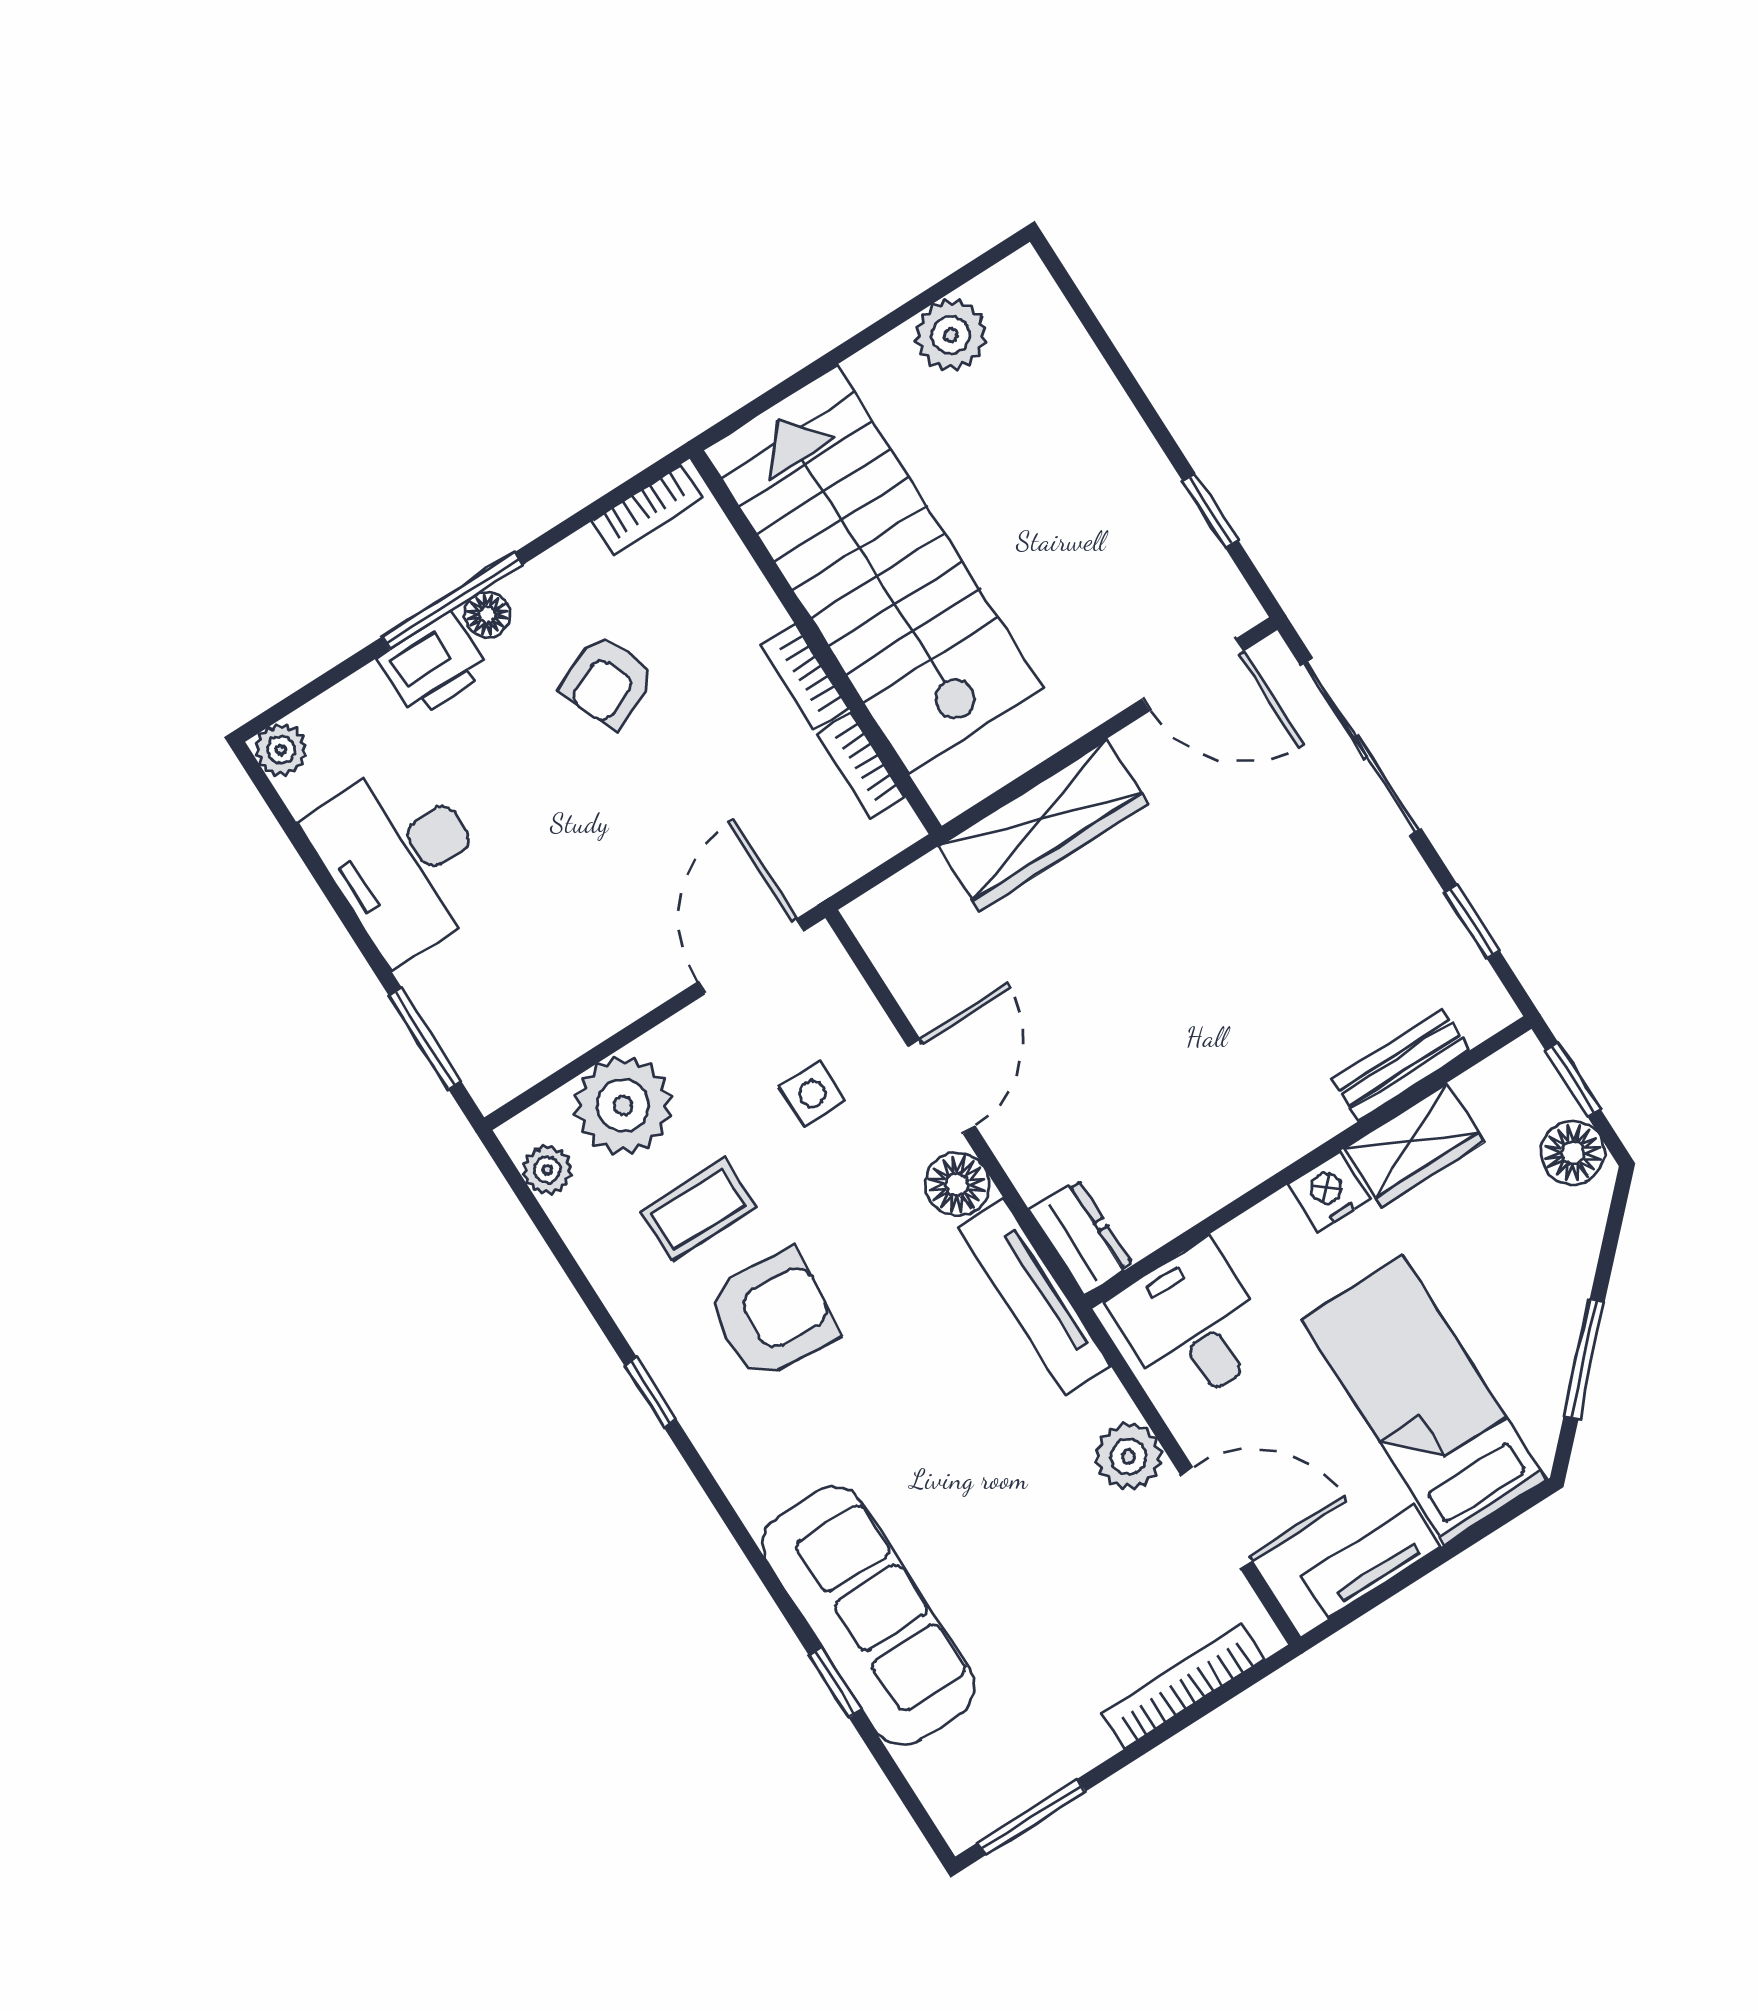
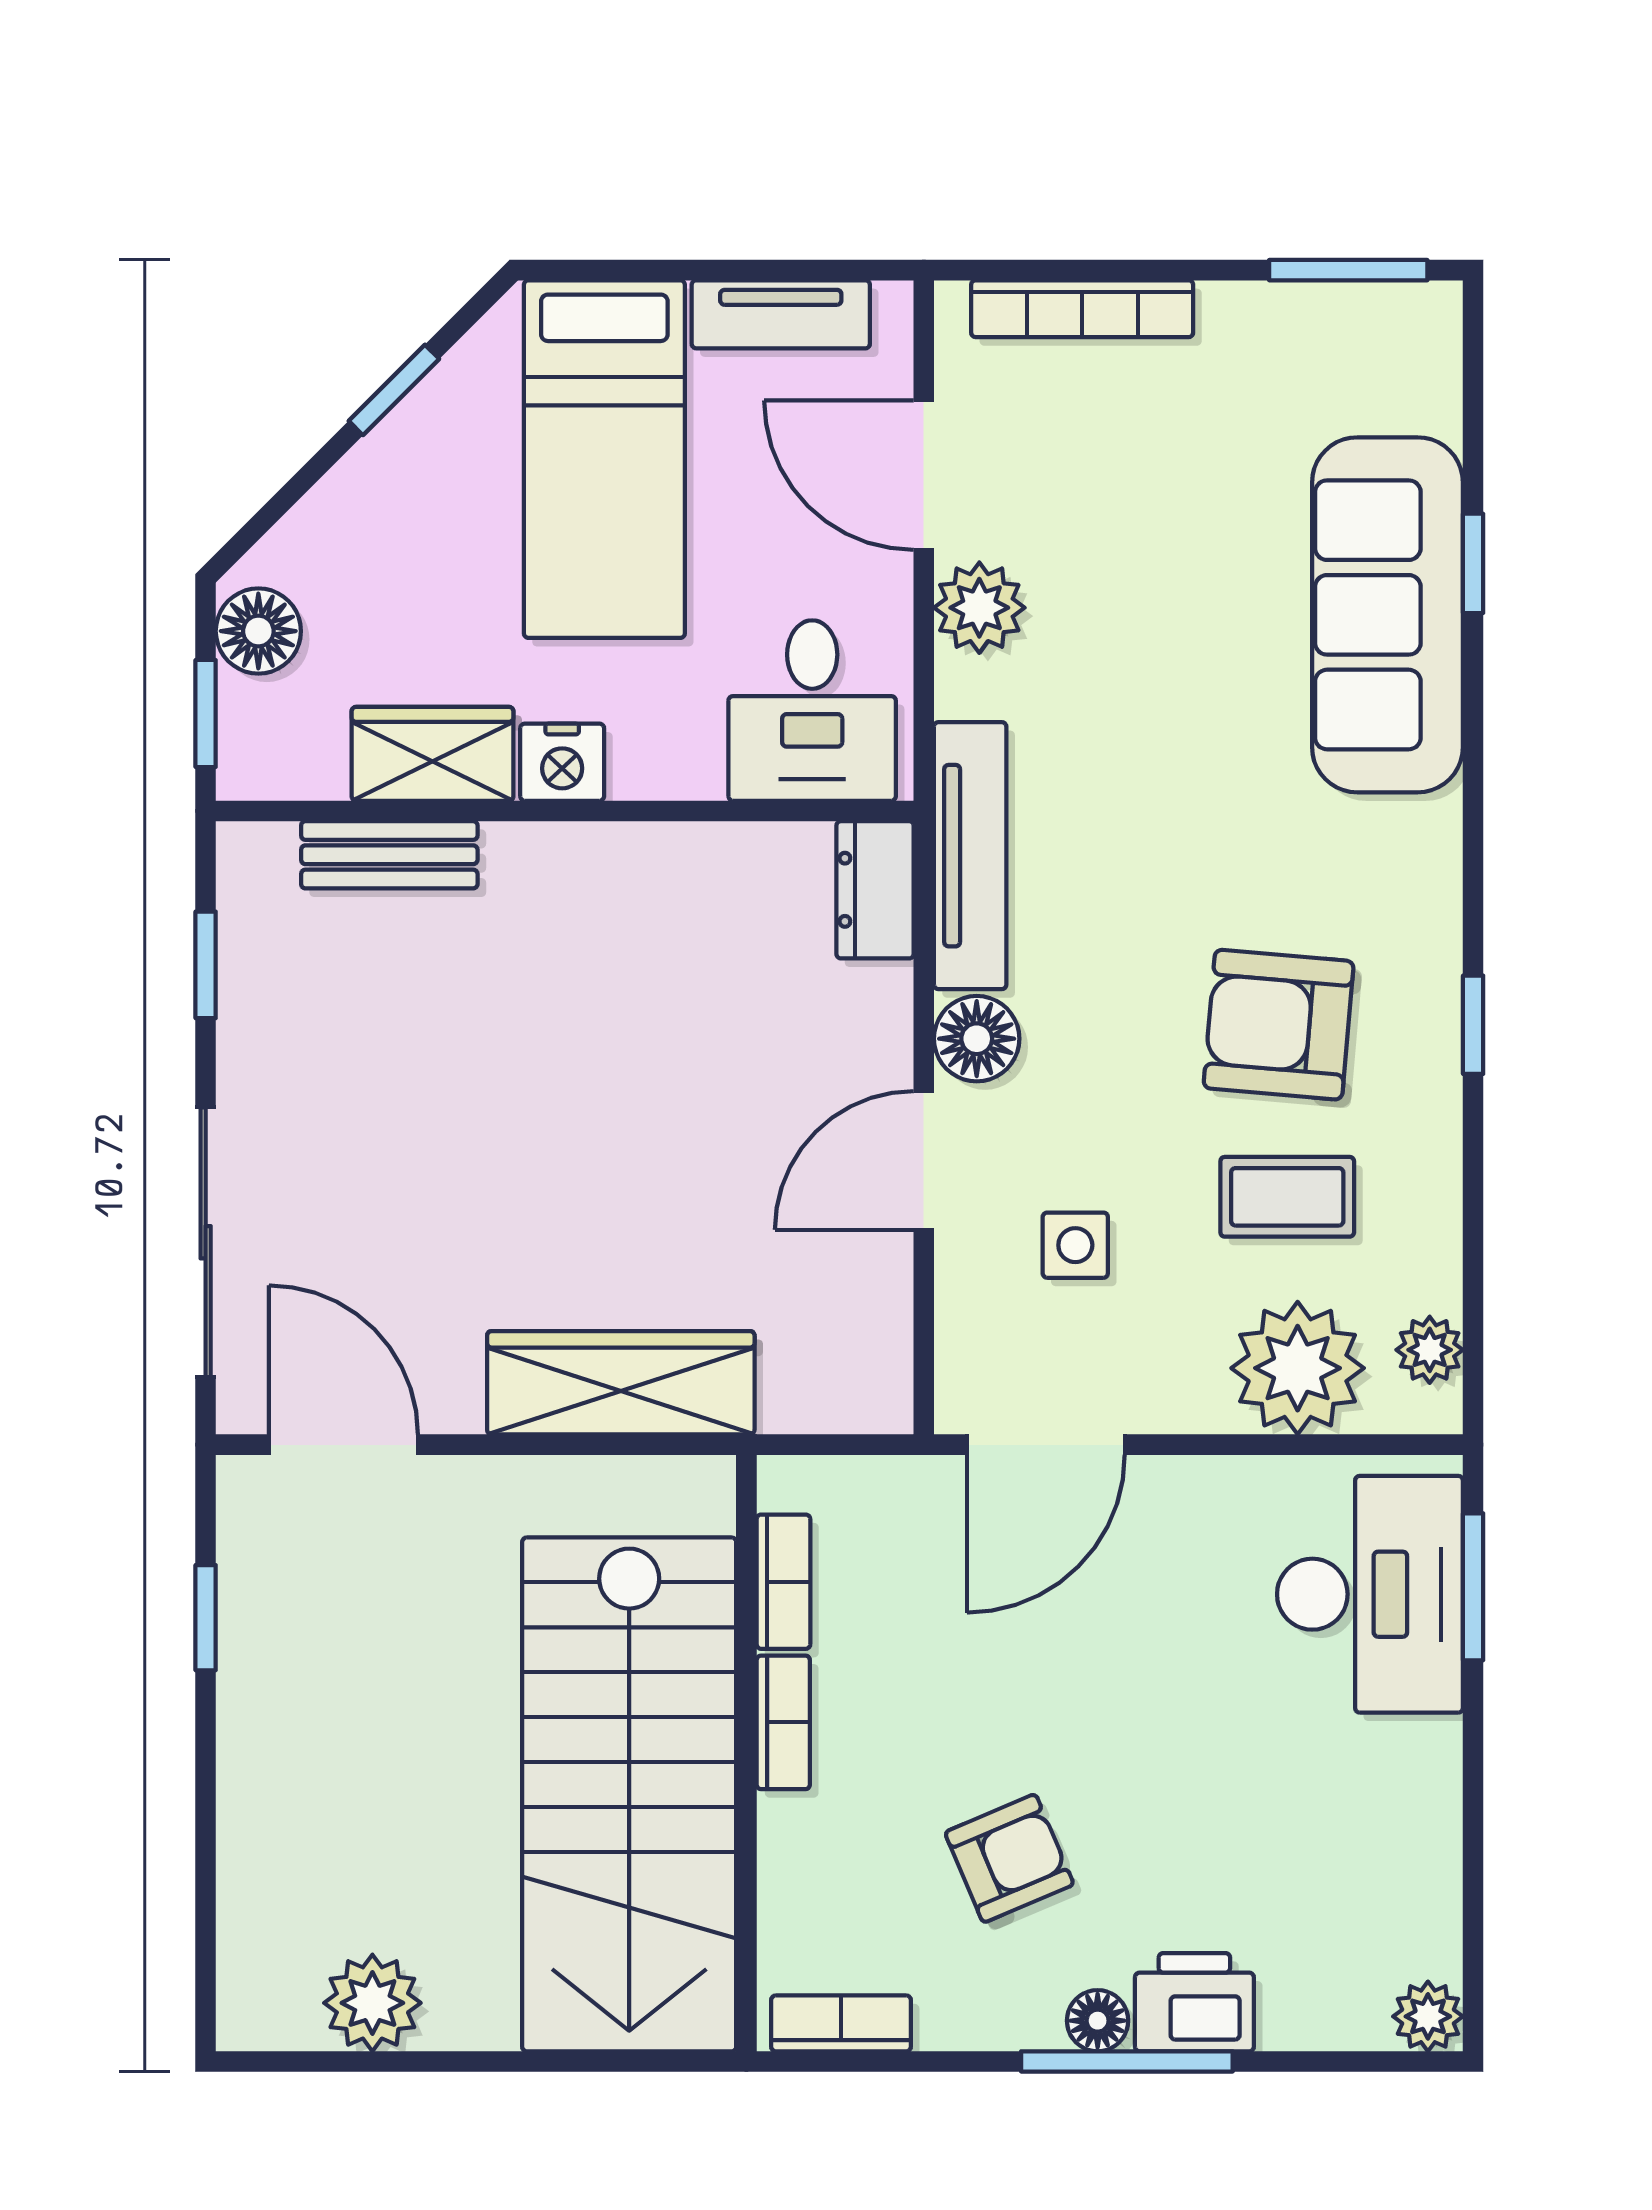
desk: (402, 859) -> (1370, 1594), moved
window: (1584, 1359) -> (394, 390), width x0.67

